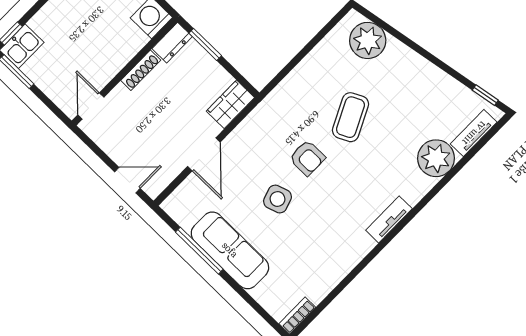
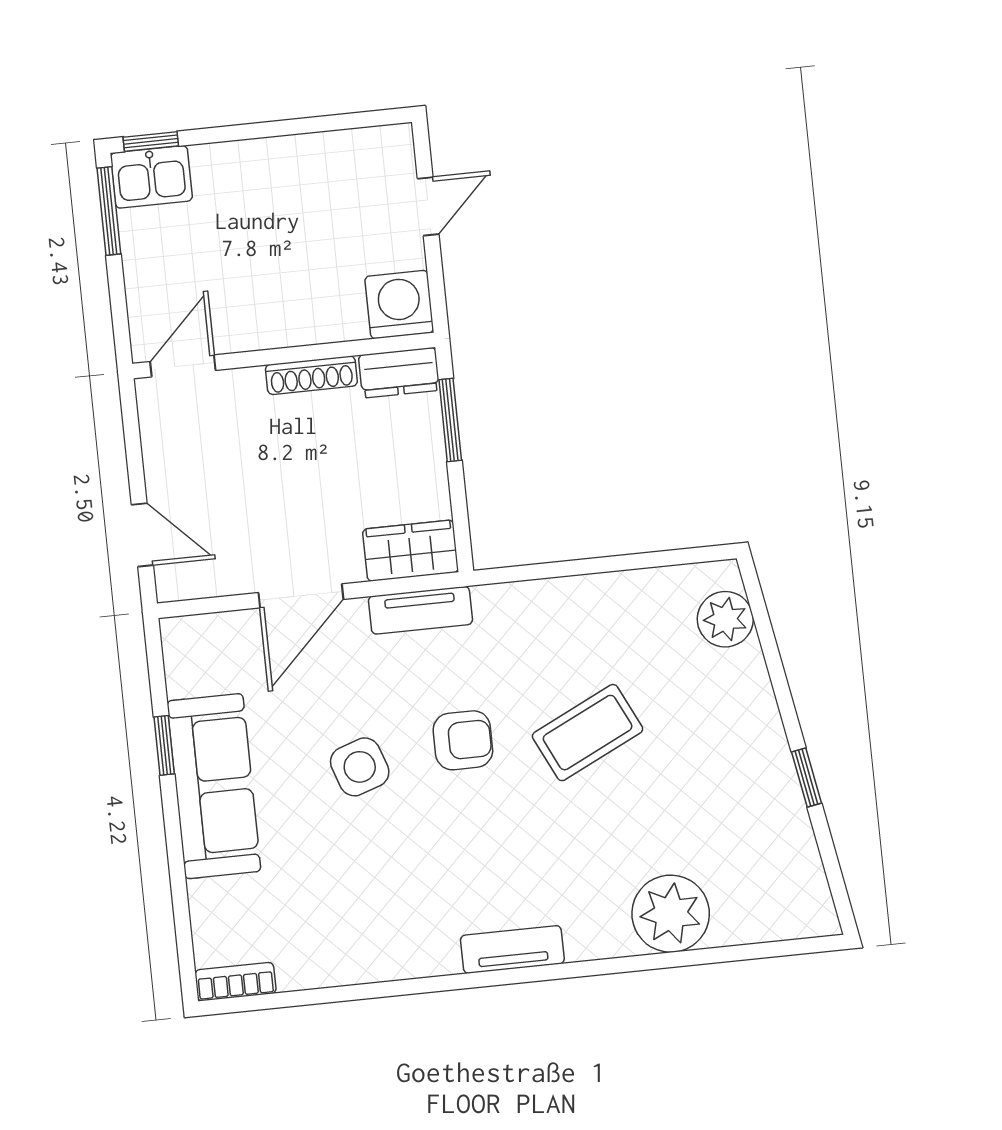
plant: (368, 40) -> (725, 619), width x0.73, depth x0.73
window: (485, 95) -> (807, 778), moved
tv unit: (474, 133) -> (420, 610), moved, turned 180
armchair: (307, 158) -> (463, 740), turned -90
window: (199, 251) -> (164, 745), width x0.46

